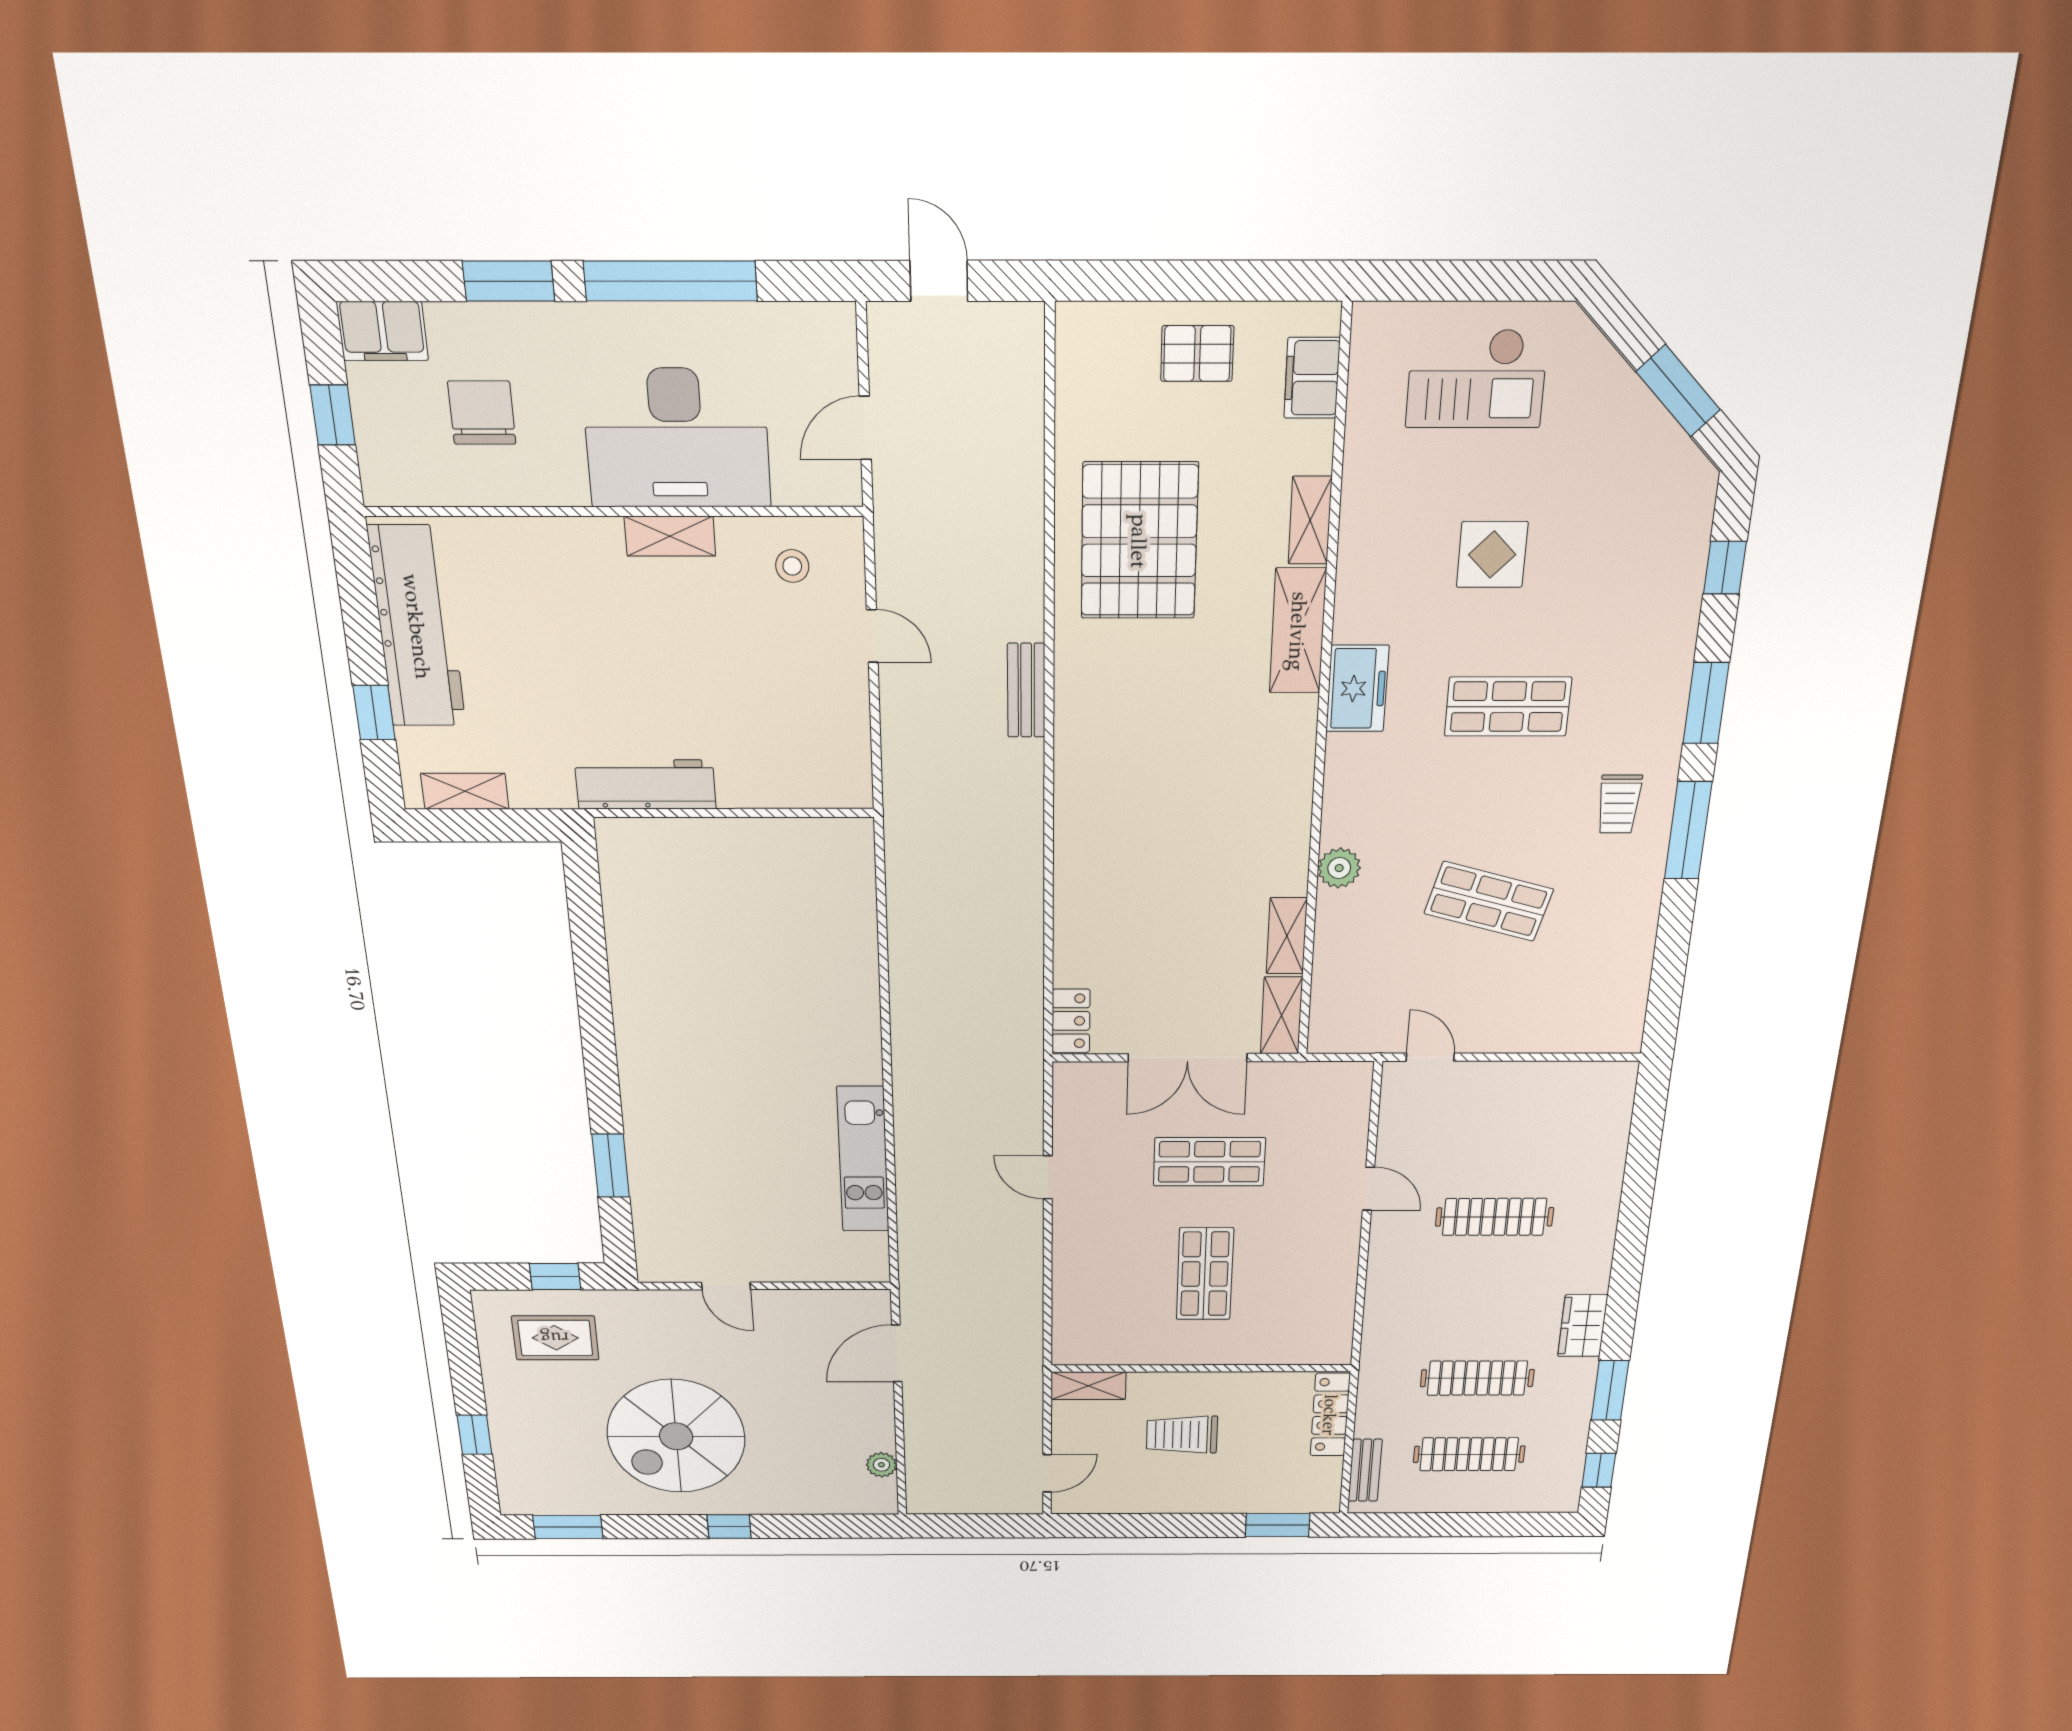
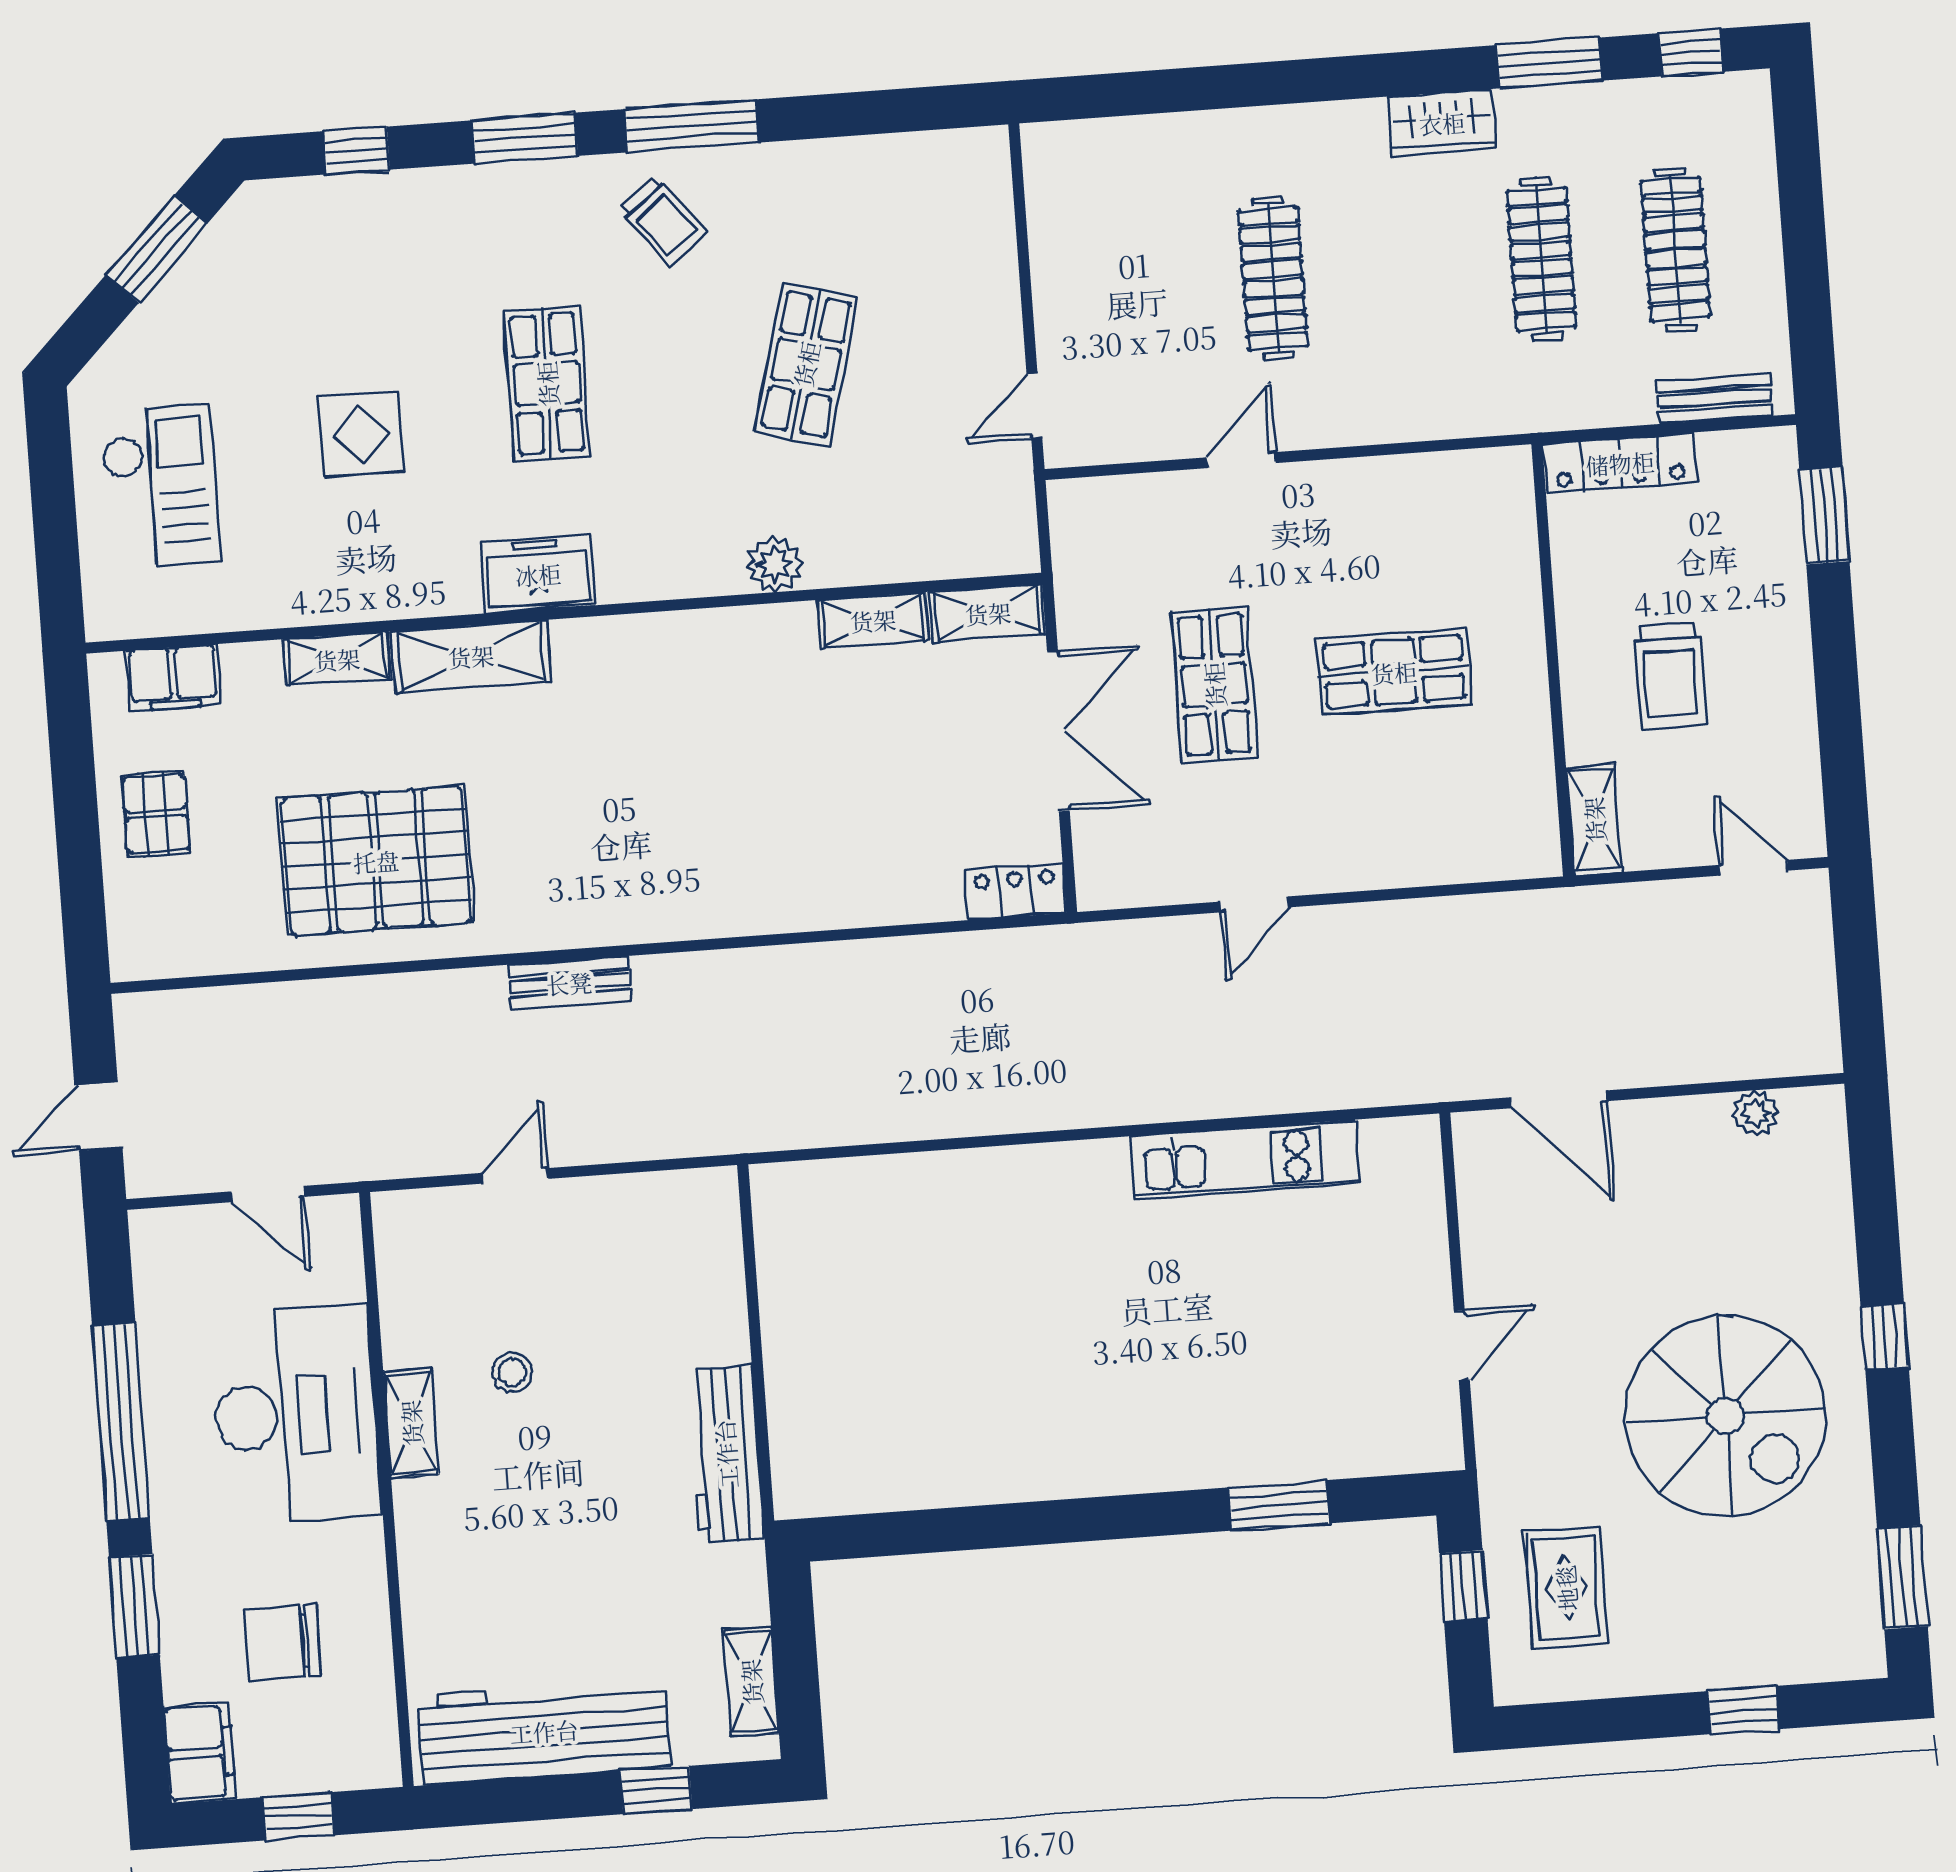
stool: (792, 566) -> (512, 1372), moved
trolley: (1619, 804) -> (663, 221), turned 52

